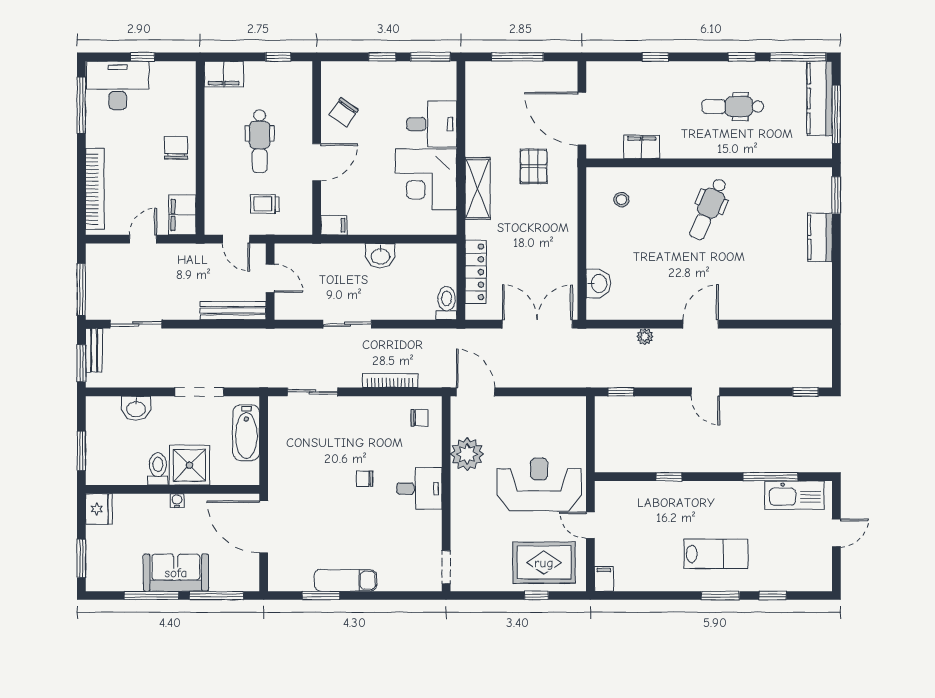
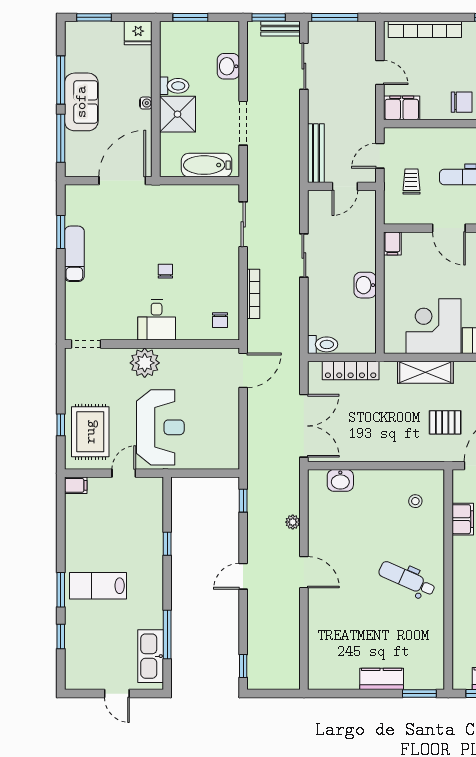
plant: (467, 454) -> (145, 363), moved
lab bench: (716, 554) -> (98, 586), turned 90

